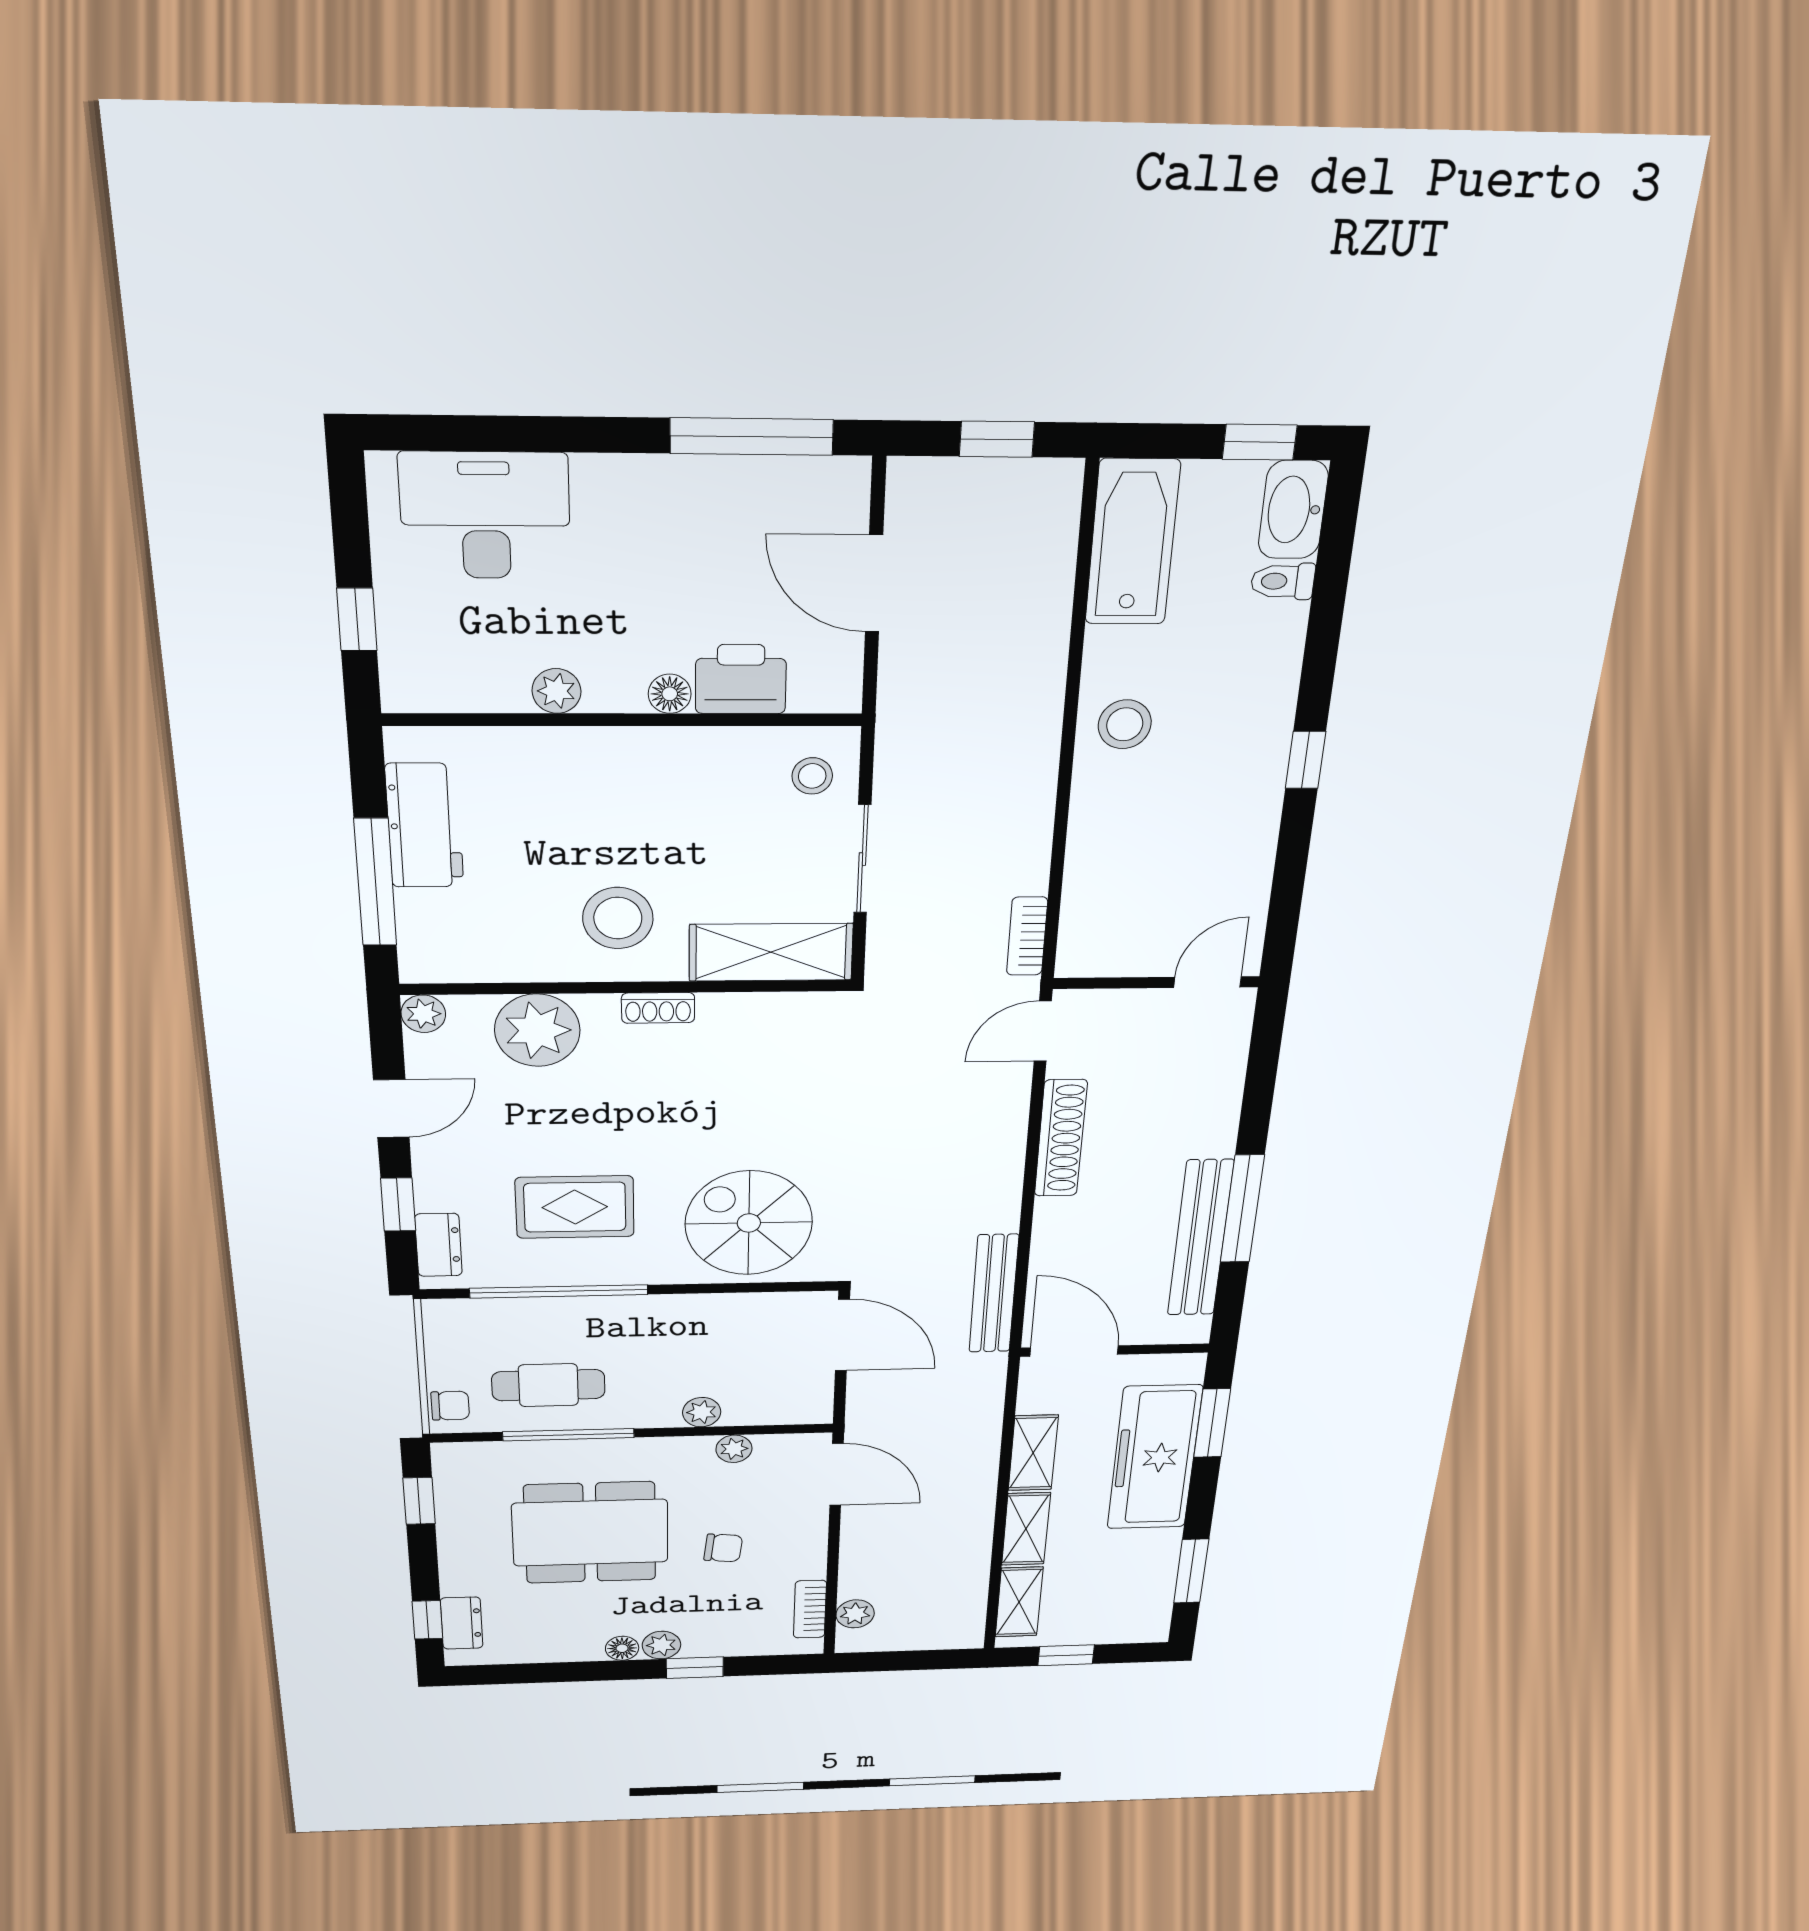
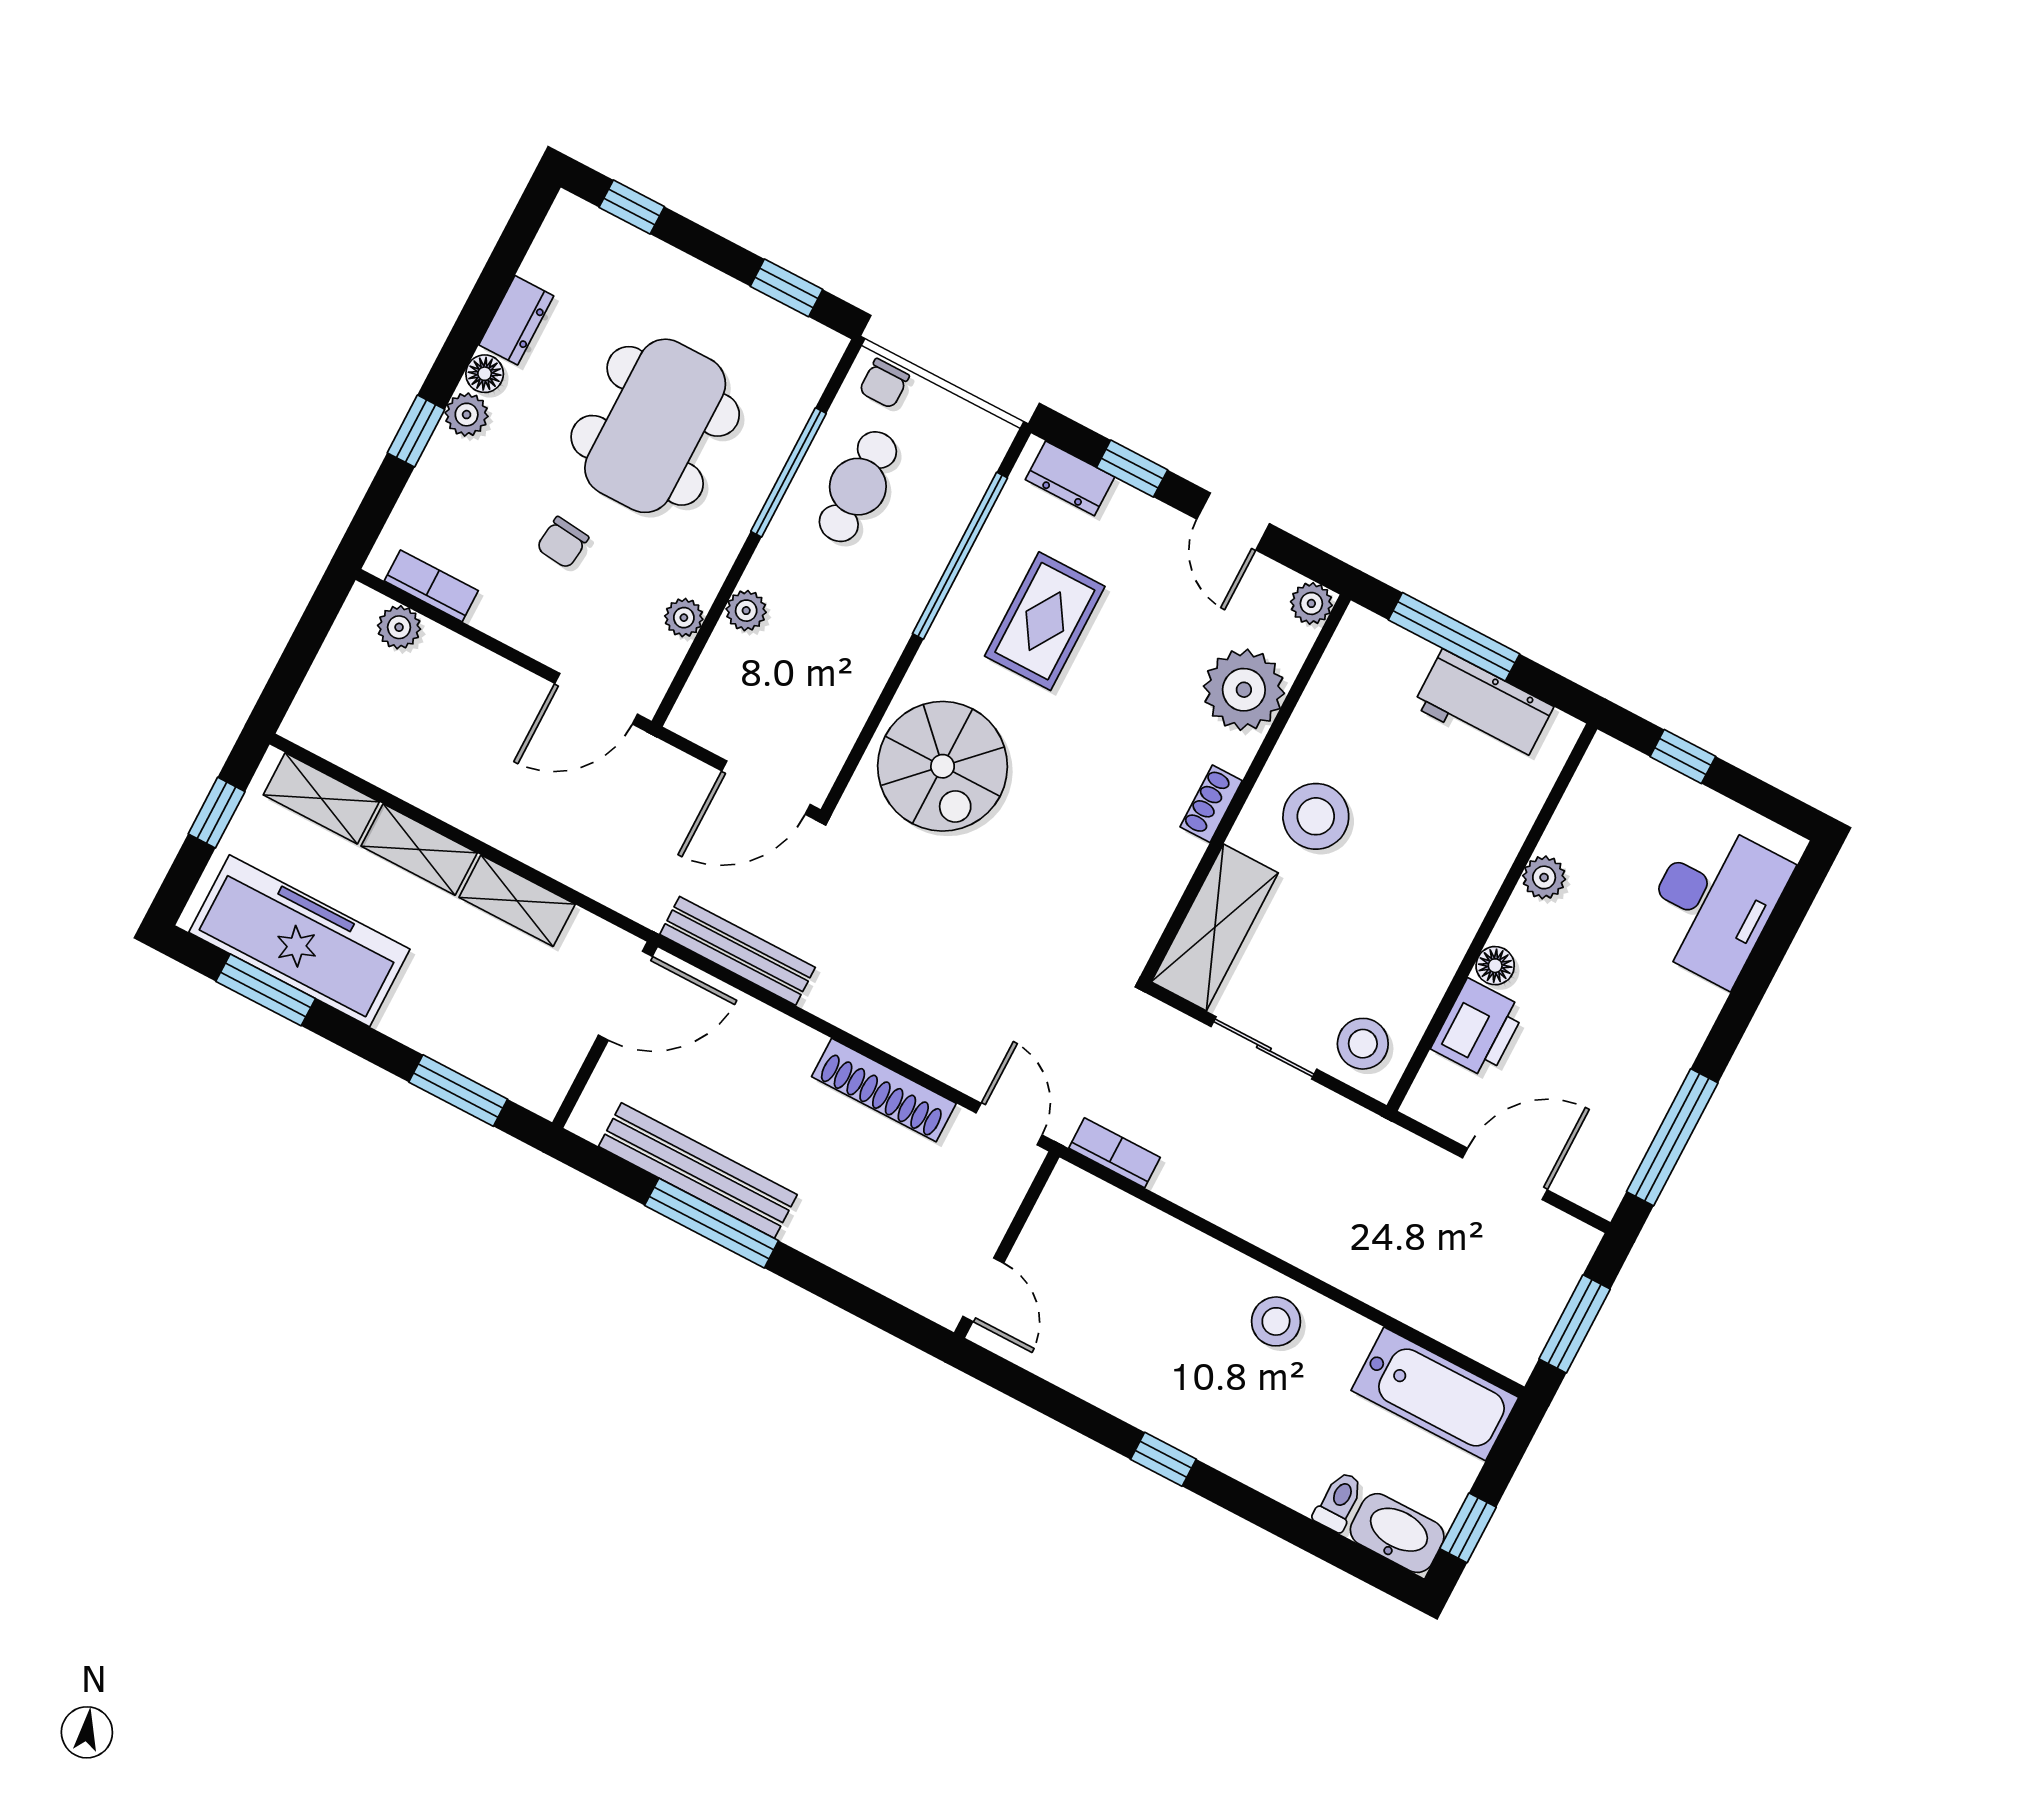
window: (997, 439) -> (1575, 1324), width x1.50
stool: (812, 776) -> (1363, 1044), width x1.37, depth x1.37
spiral stairs: (749, 1223) -> (943, 766), turned 90
freezer: (1155, 1458) -> (299, 941), moved
dresser: (462, 1623) -> (516, 320), moved, turned -90

